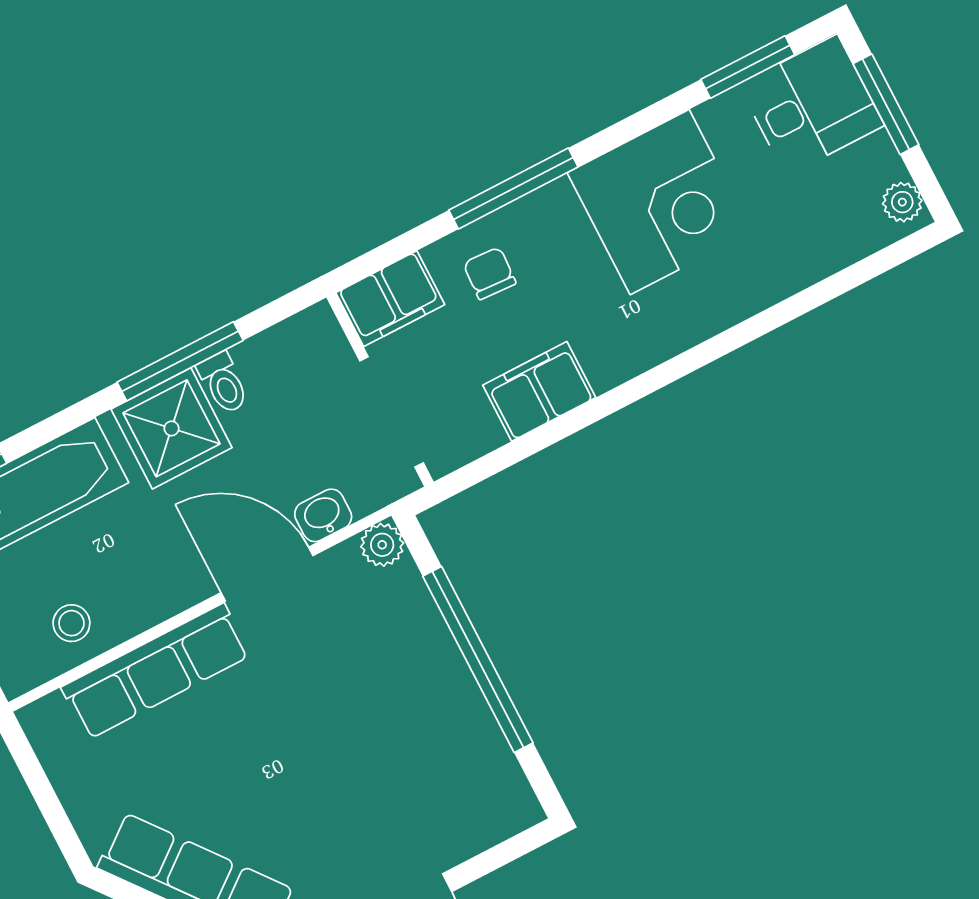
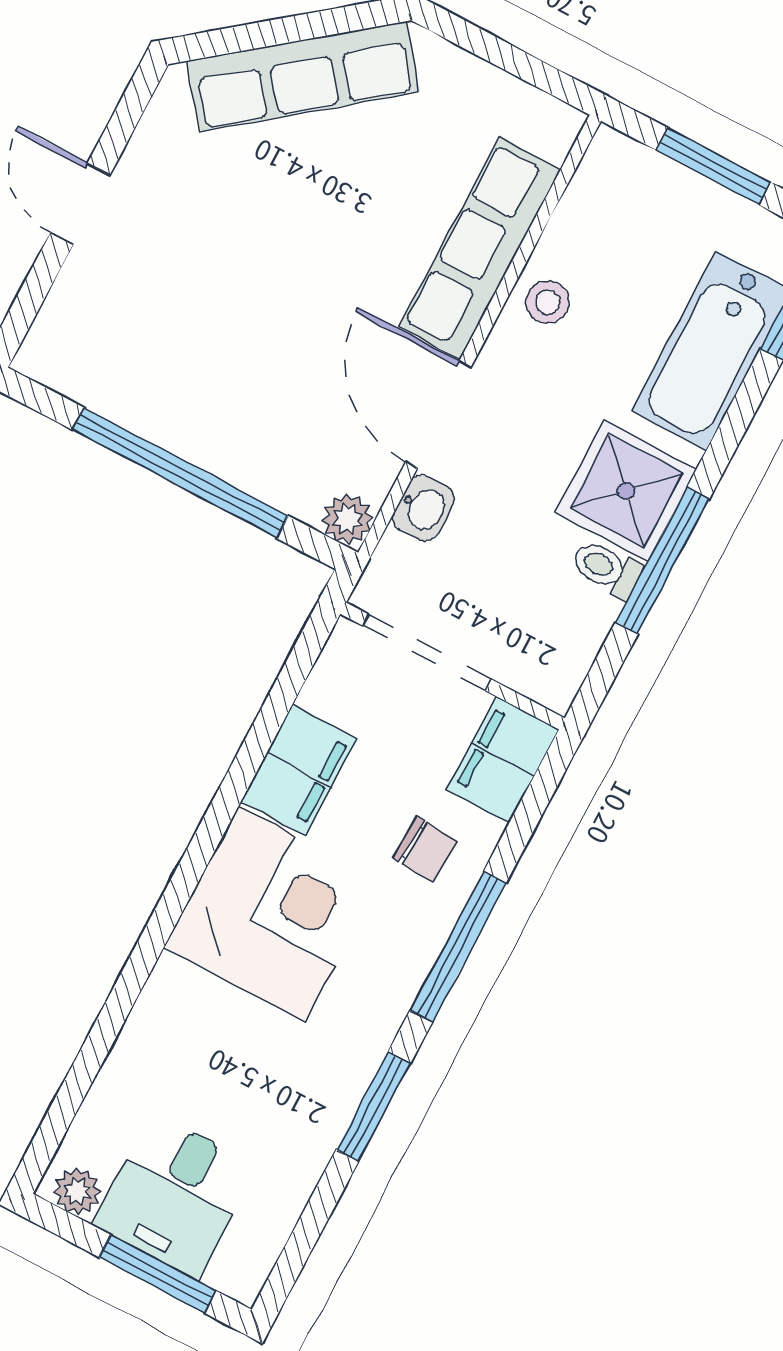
window: (748, 67) -> (373, 1107), moved
desk: (812, 105) -> (175, 1196), moved
corner desk: (660, 202) -> (272, 914), moved, turned 180
door: (267, 574) -> (438, 415), swing flipped
stool: (71, 623) -> (548, 302), moved

